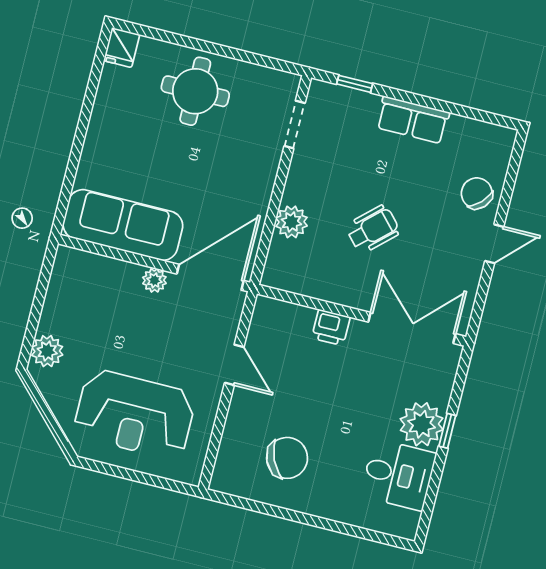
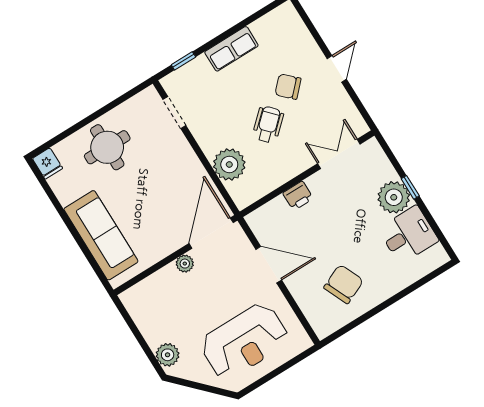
chair: (477, 193) -> (288, 87), moved
plant: (291, 222) -> (229, 164), width x1.36, depth x1.36
sofa: (123, 225) -> (101, 235), moved, turned 90
double door: (412, 328) -> (339, 154), width x0.73
door: (234, 365) -> (269, 265), width x1.38

